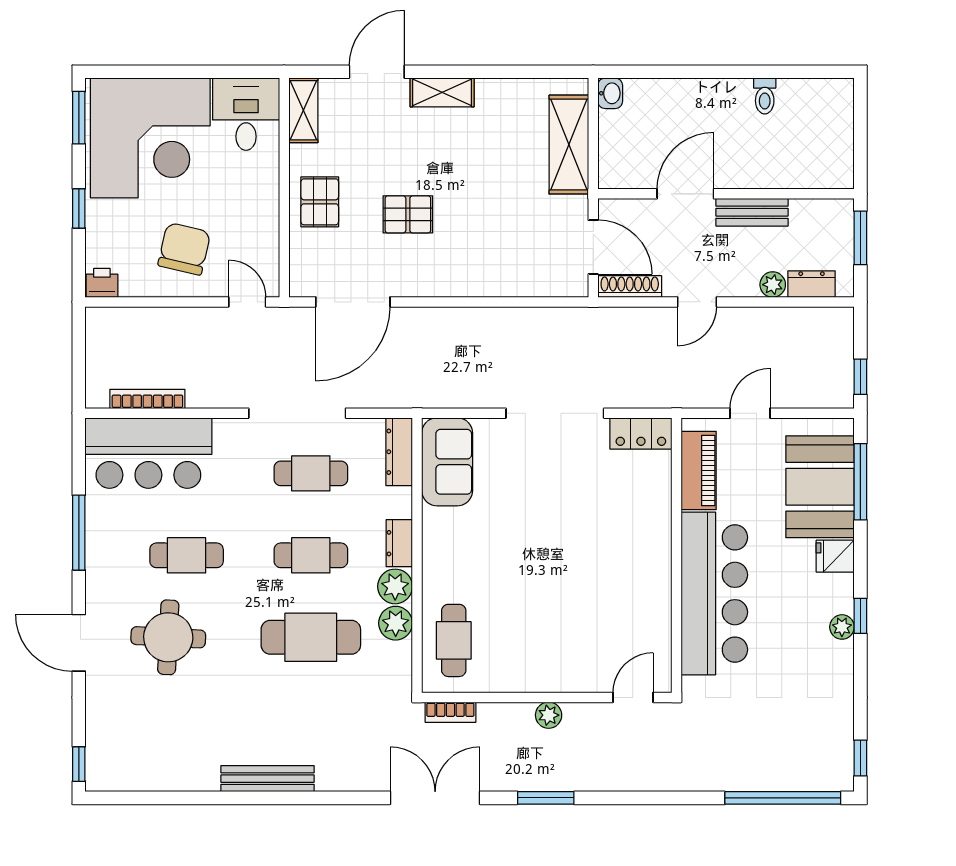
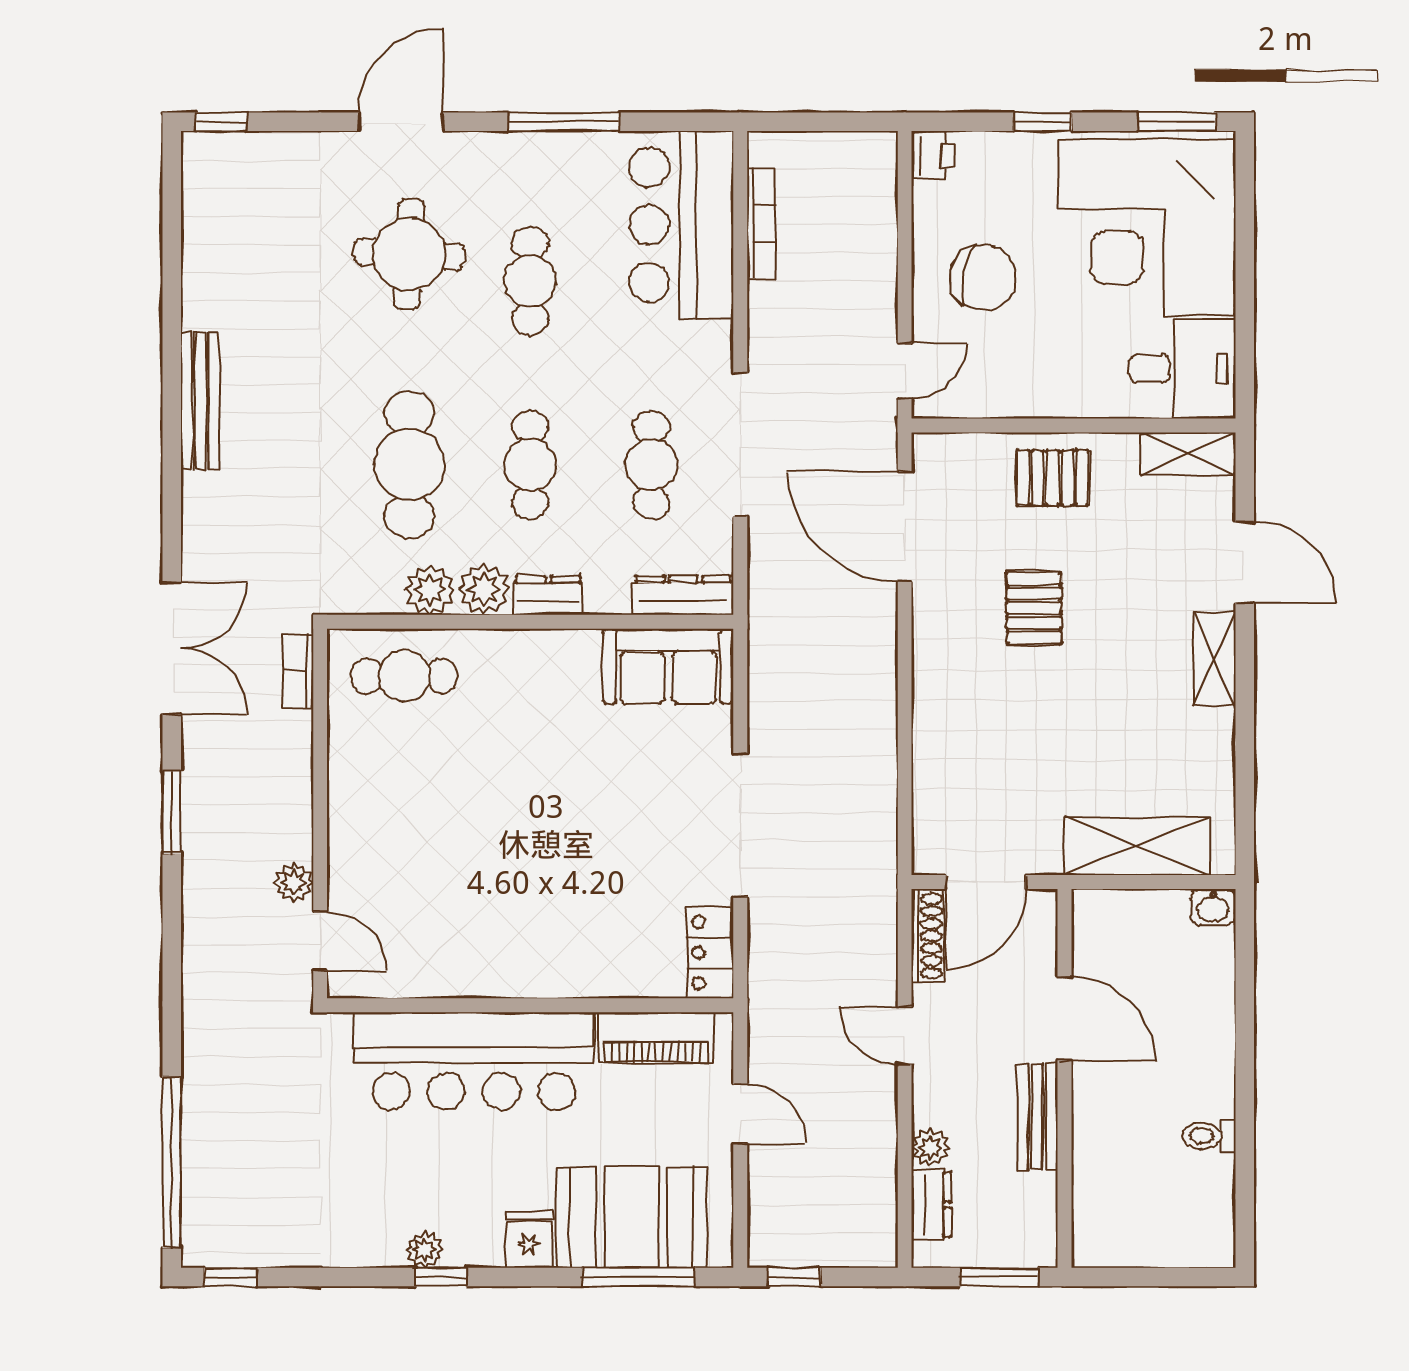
plant: (549, 715) -> (294, 883), moved

